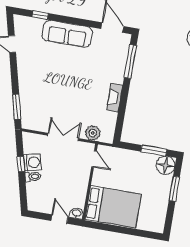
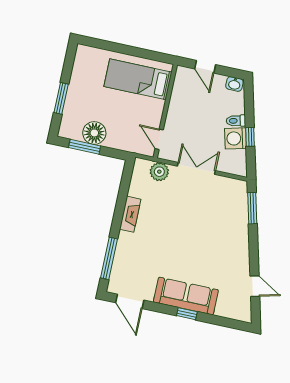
window: (40, 15) -> (187, 314), moved
double door: (63, 137) -> (196, 168), swing flipped
floor lamp: (166, 165) -> (94, 133), moved
bed: (113, 207) -> (138, 79), width x0.67
washbasin: (77, 213) -> (234, 84), moved

